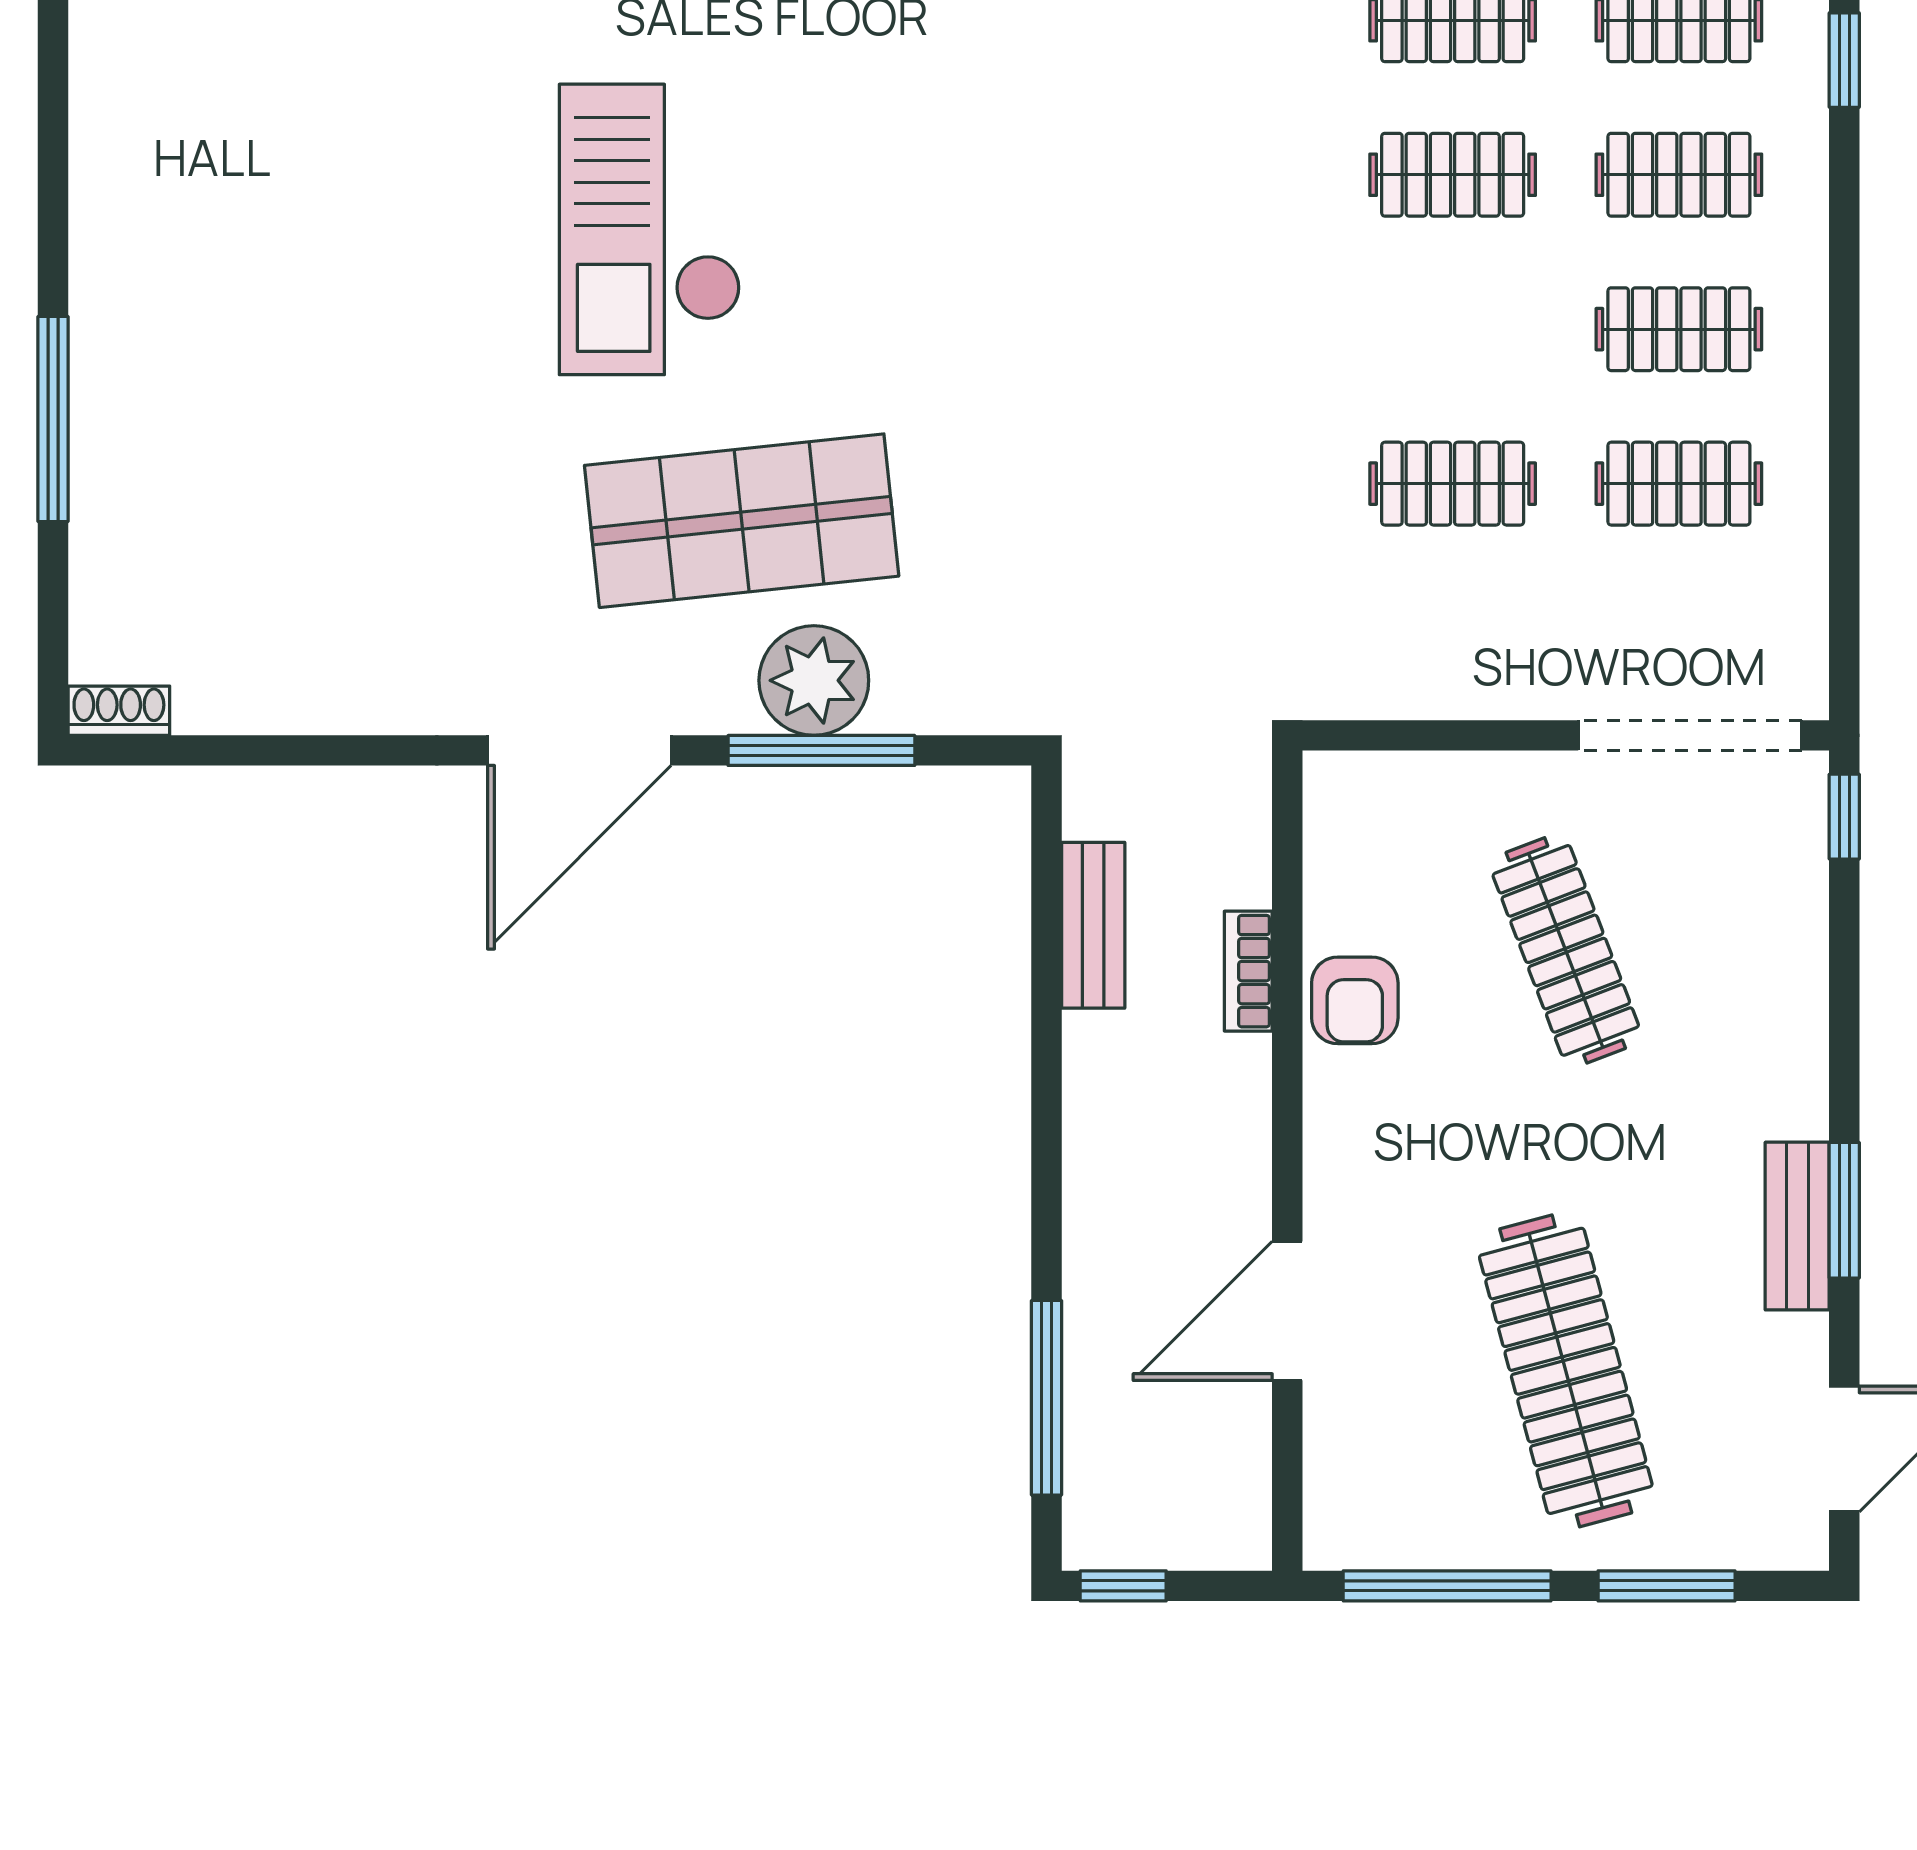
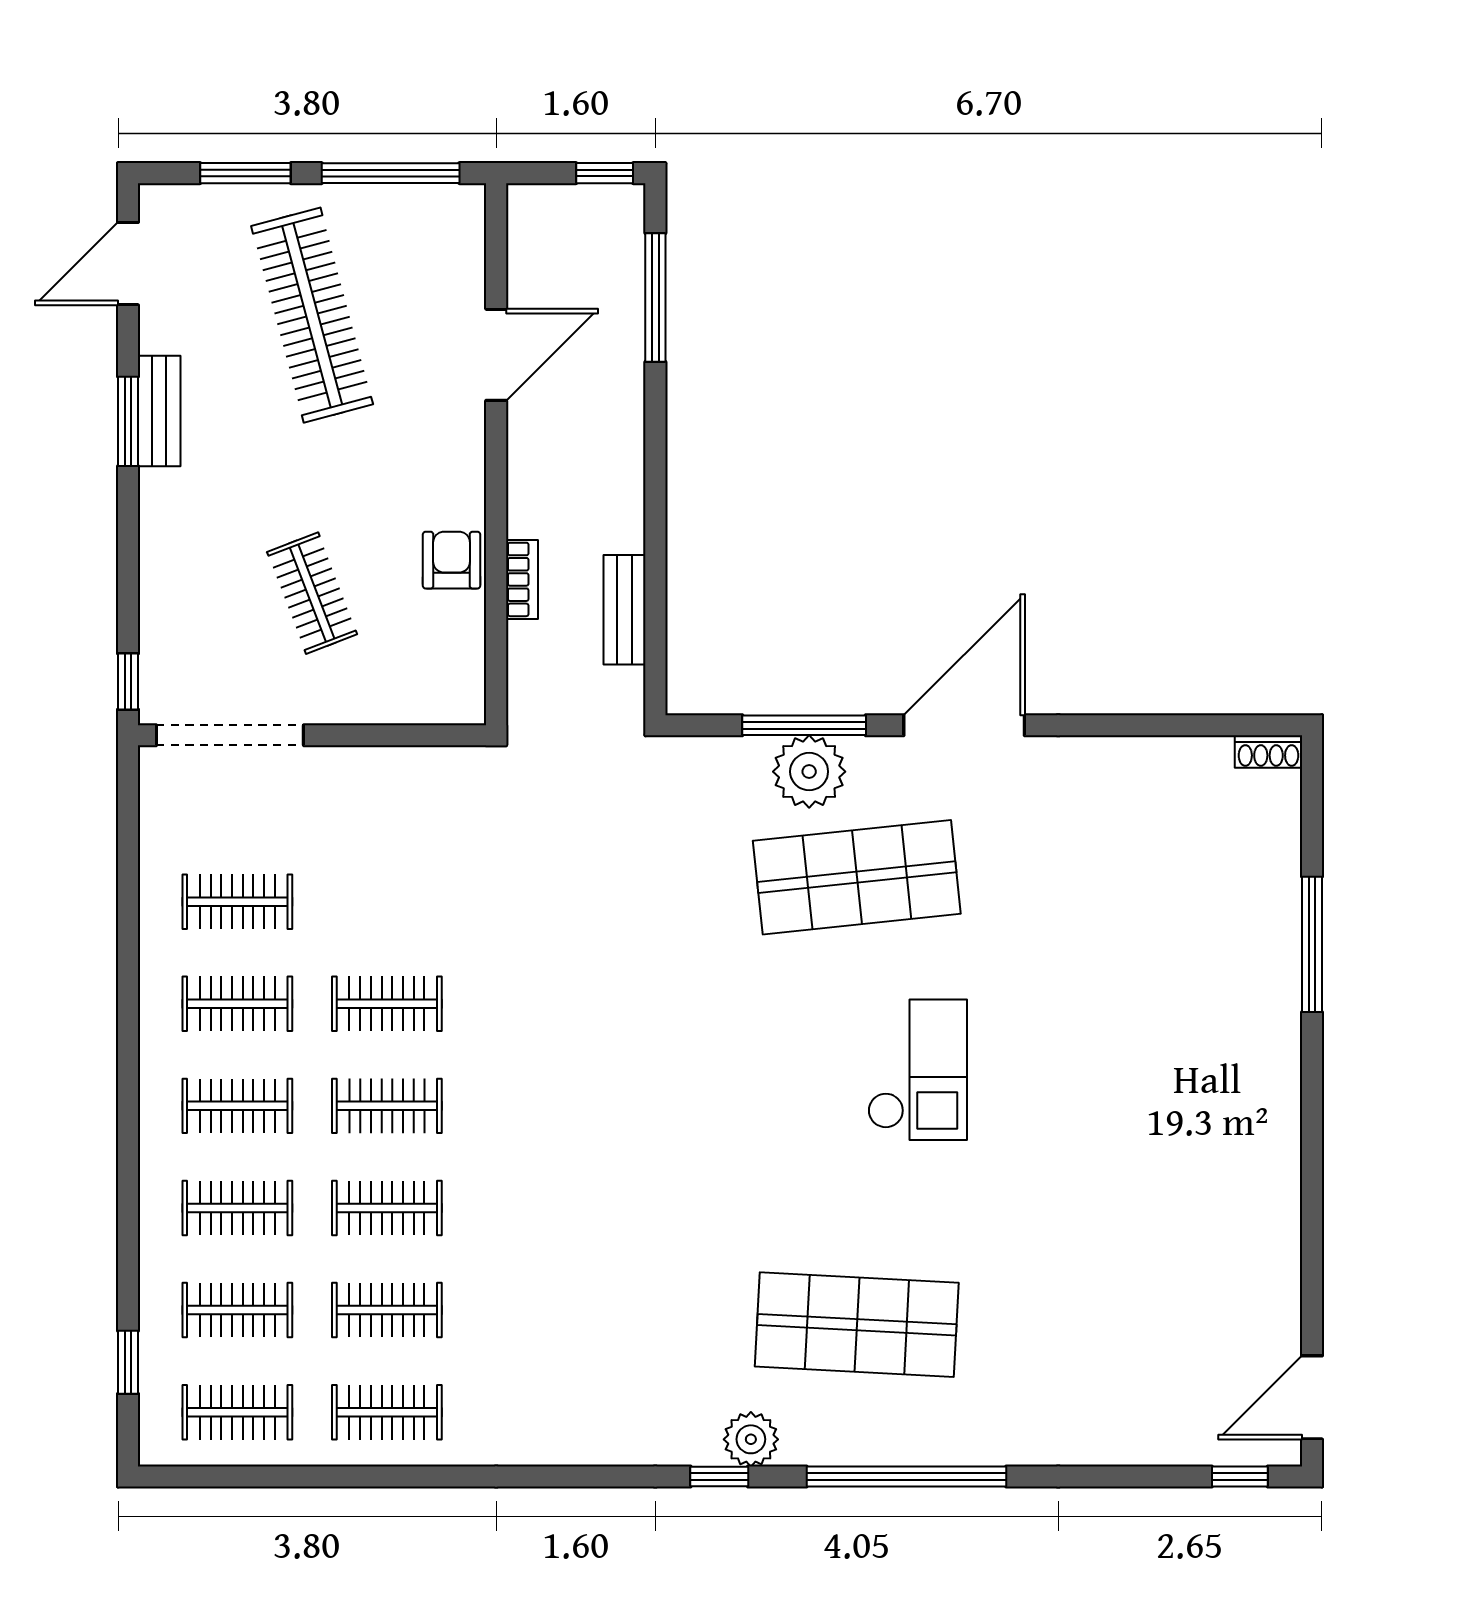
window: (1844, 60) -> (128, 1182), removed
checkout: (650, 229) -> (917, 1070), width x0.73, depth x0.83
clothes rail: (1453, 484) -> (387, 1004), moved
clothes rail: (1566, 950) -> (312, 593), width x0.73

